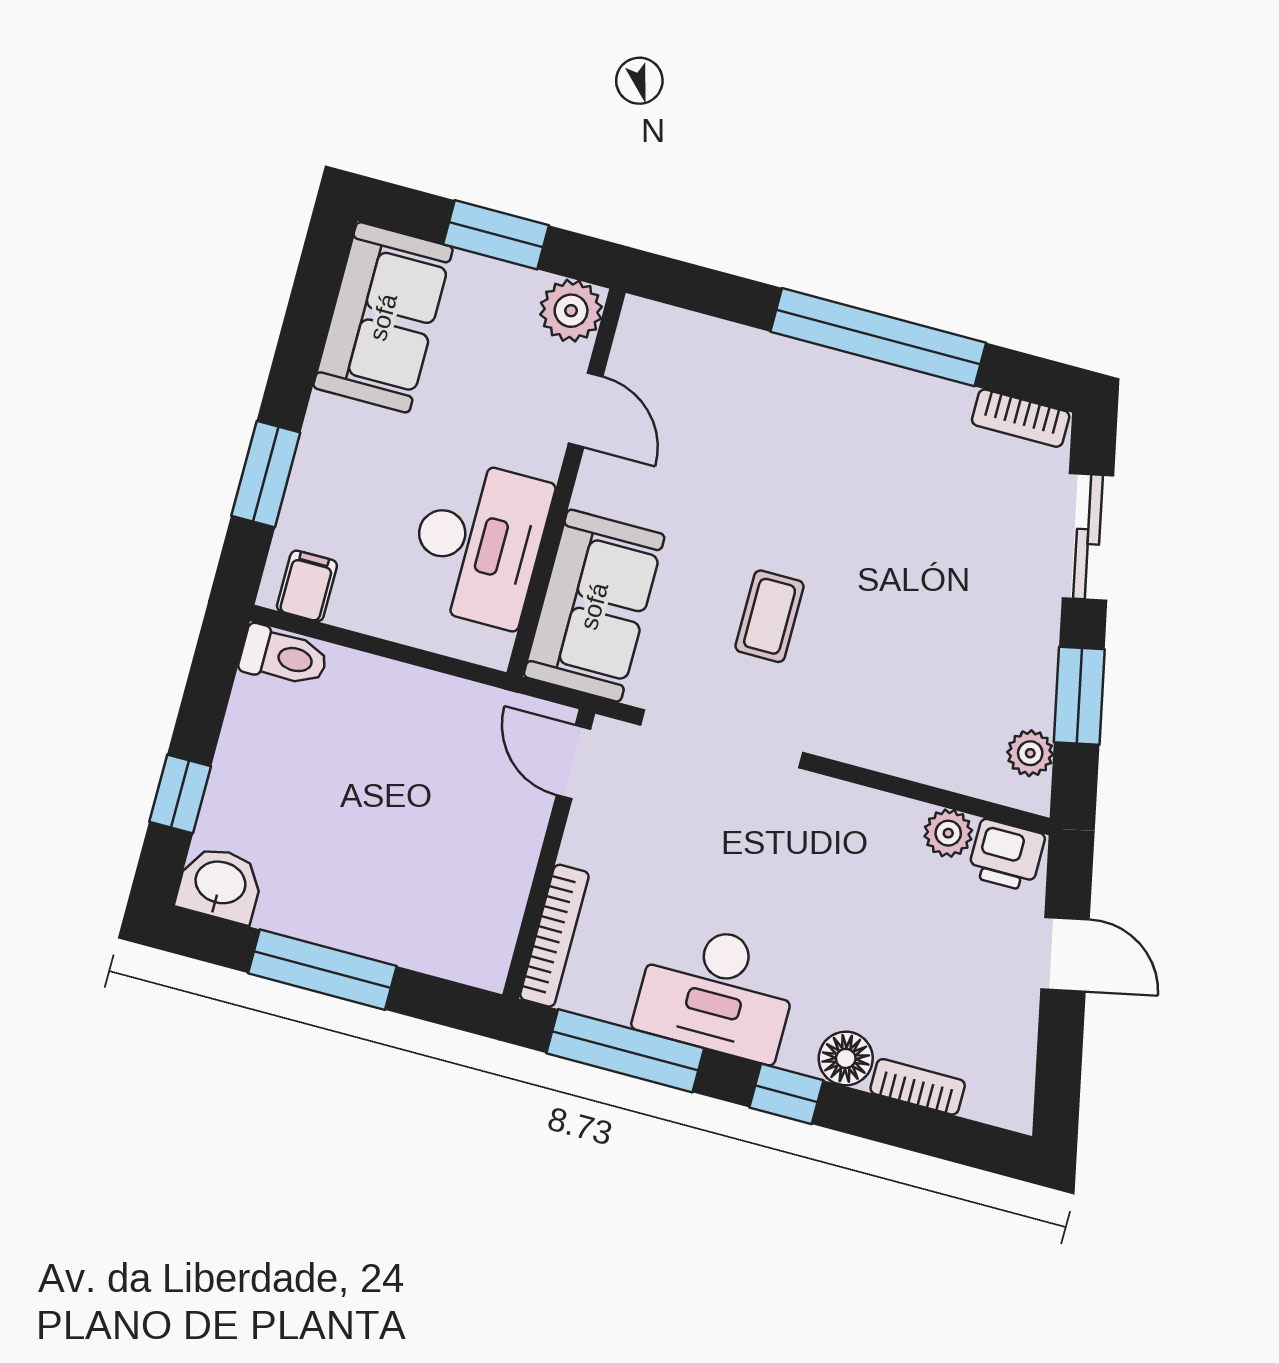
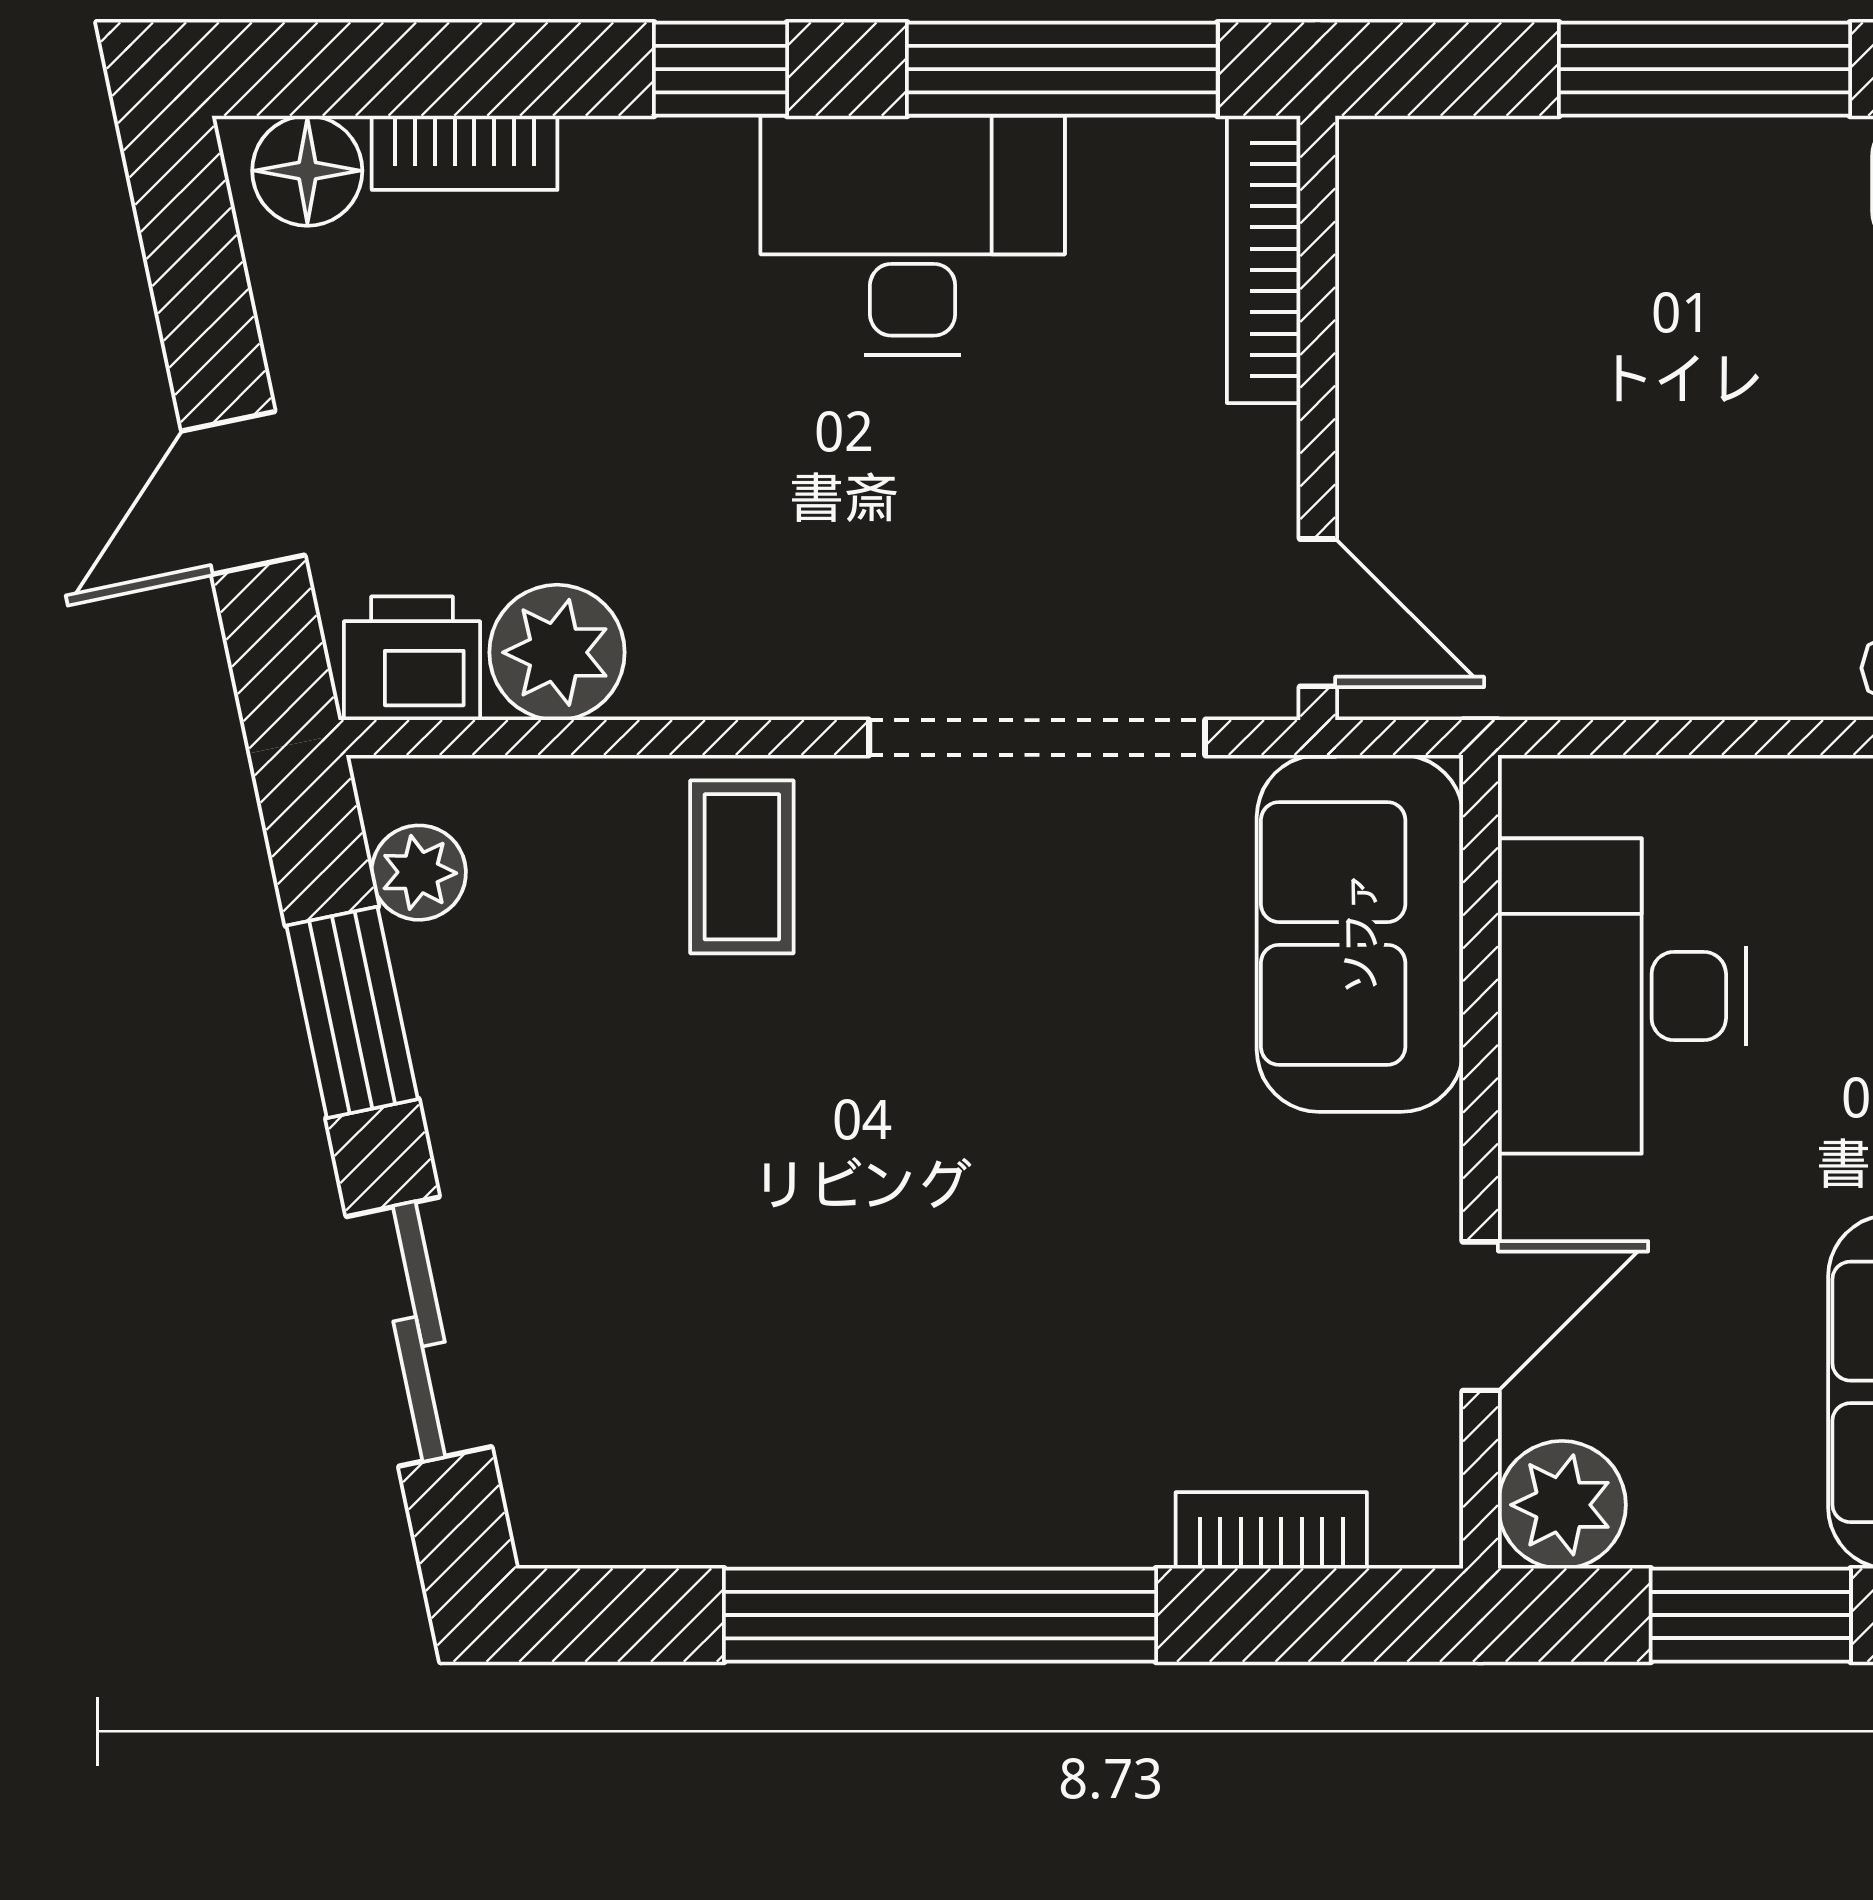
door: (586, 410) -> (1481, 1316), swing flipped
bookcase: (1021, 418) -> (1271, 1530), moved
coffee table: (770, 616) -> (742, 867), moved
plant: (948, 833) -> (557, 652), width x1.38, depth x1.38
door: (1065, 954) -> (243, 493), hinge flipped
floor lamp: (846, 1058) -> (307, 171), moved

